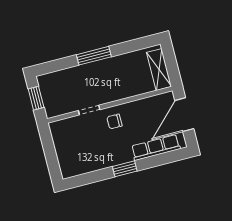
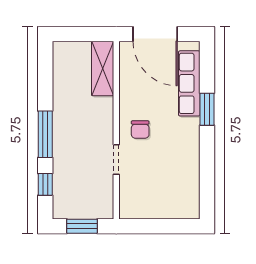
window: (59, 65) -> (45, 184), added
shelving: (159, 70) -> (103, 69), moved, turned 90
window: (125, 169) -> (207, 109), moved

